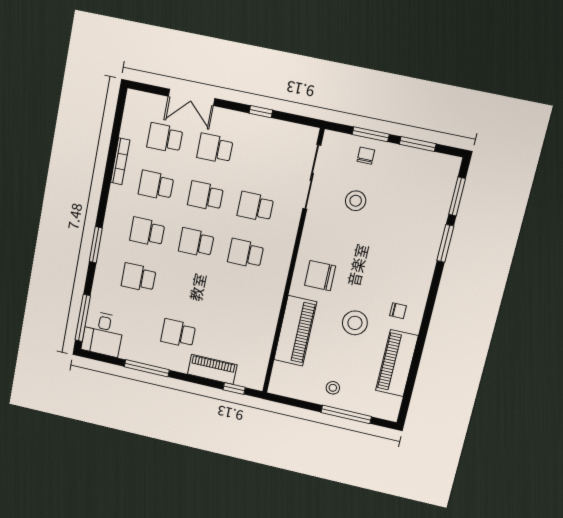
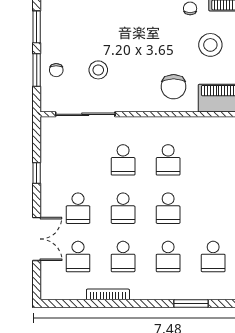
chair: (366, 156) -> (56, 70), turned -90

